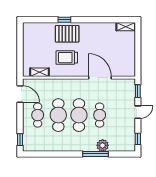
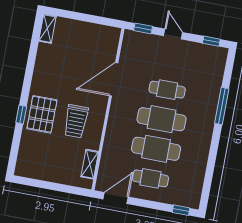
plant: (103, 145) -> (211, 94), removed

